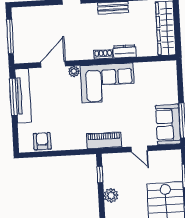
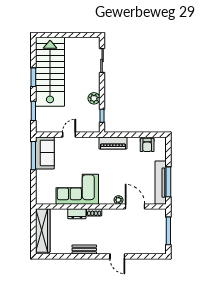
door: (53, 64) -> (135, 207), swing flipped
corner sofa: (107, 83) -> (77, 189), moved
piano: (104, 140) -> (113, 143), moved
door: (139, 149) -> (69, 135), hinge flipped

